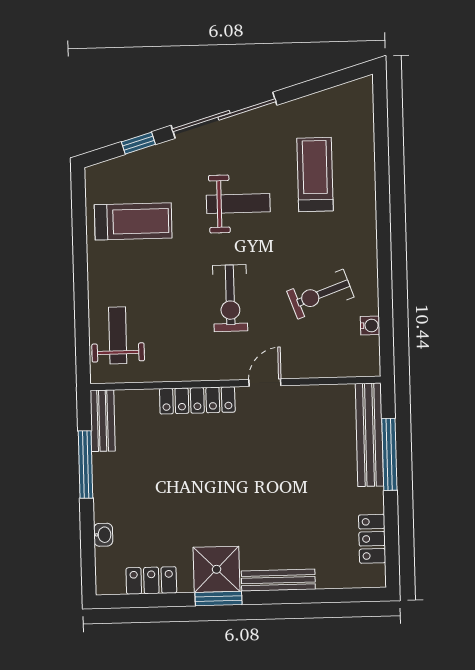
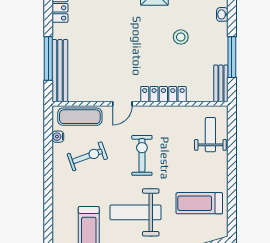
weight bench: (238, 204) -> (136, 212), width x1.36, depth x1.33
weight bench: (118, 335) -> (210, 135), turned 180
exercise mat: (335, 359) -> (80, 117), added
stool: (171, 496) -> (181, 37), added

